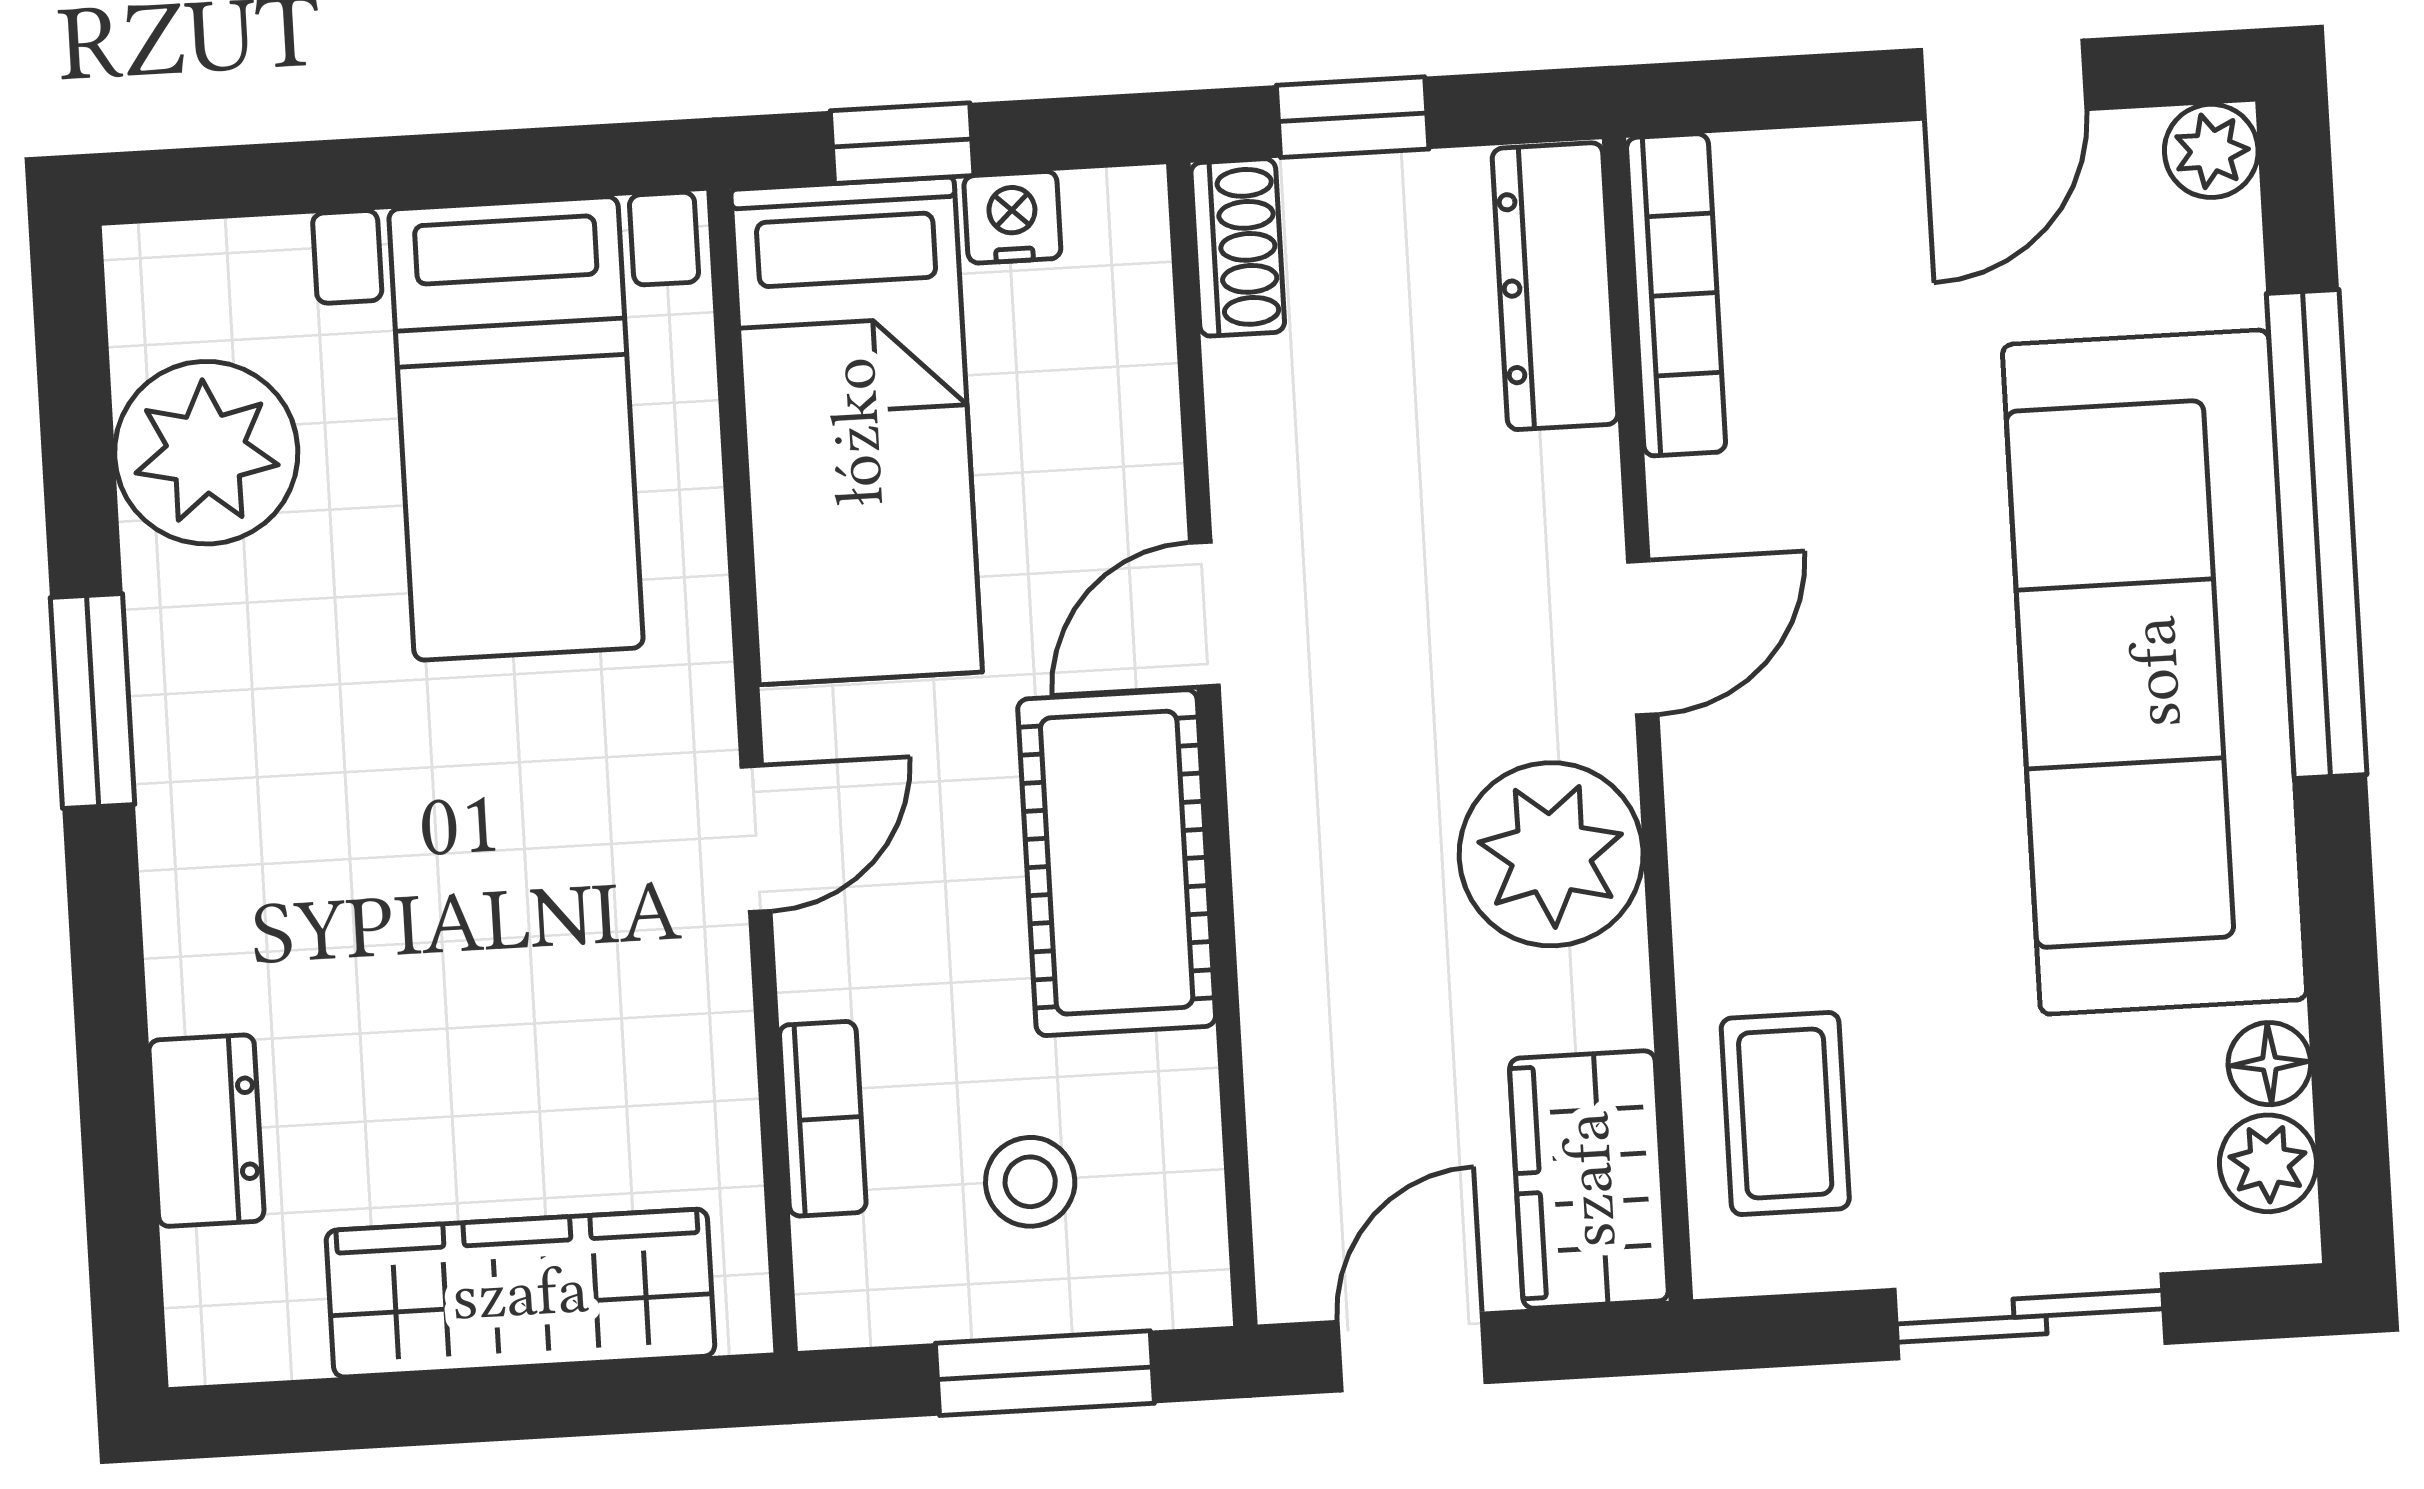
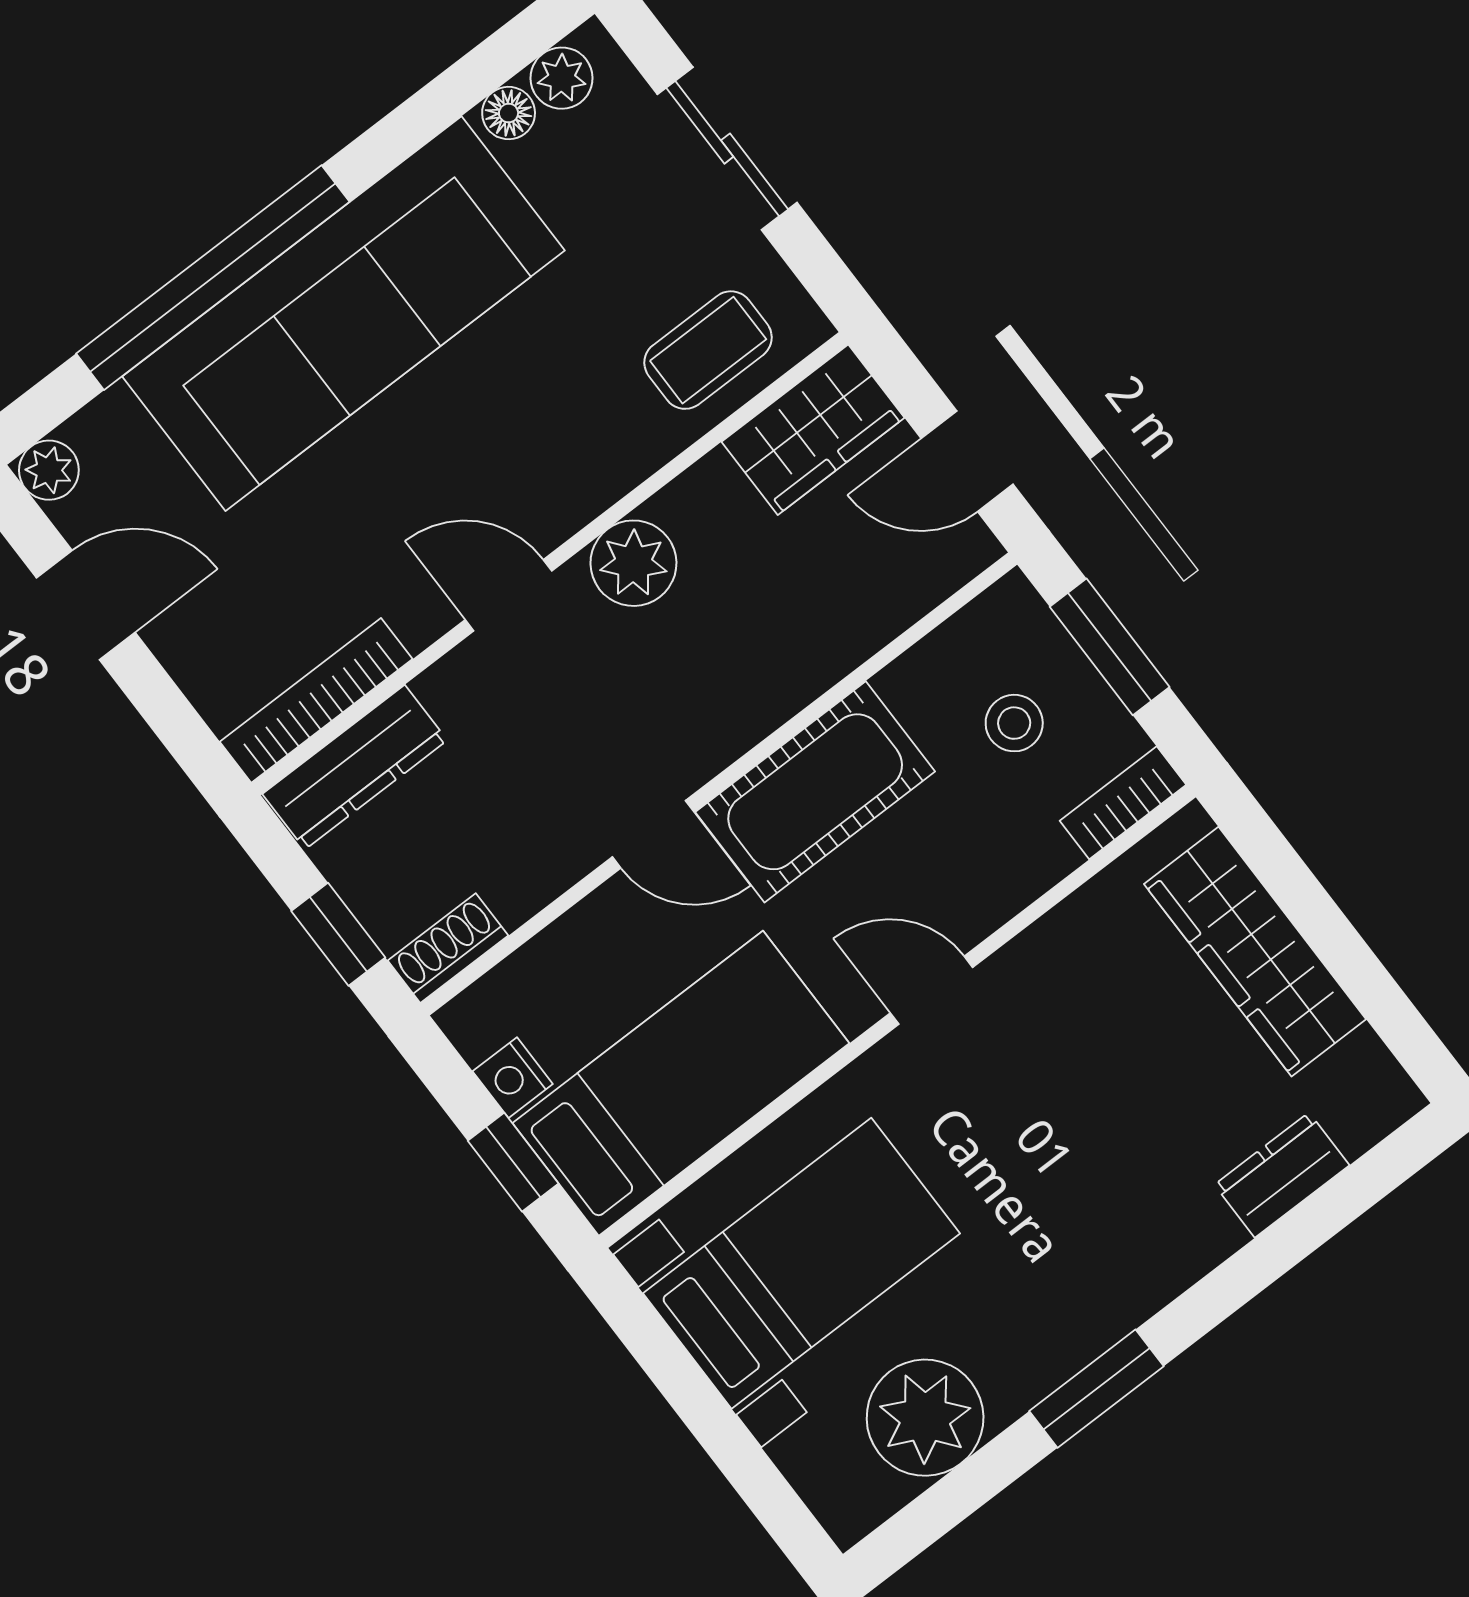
plant: (1551, 854) -> (633, 563), width x0.73, depth x0.73
bookcase: (823, 1119) -> (1123, 803), moved

